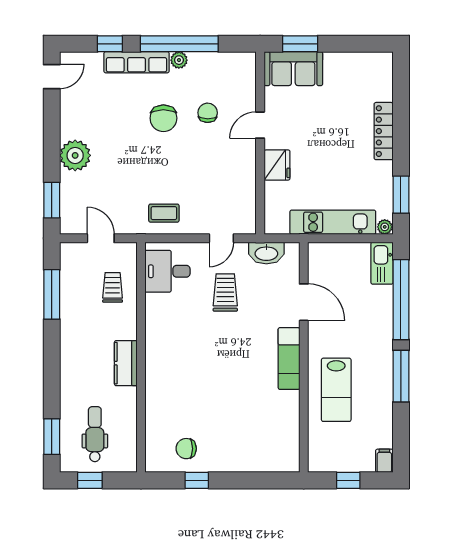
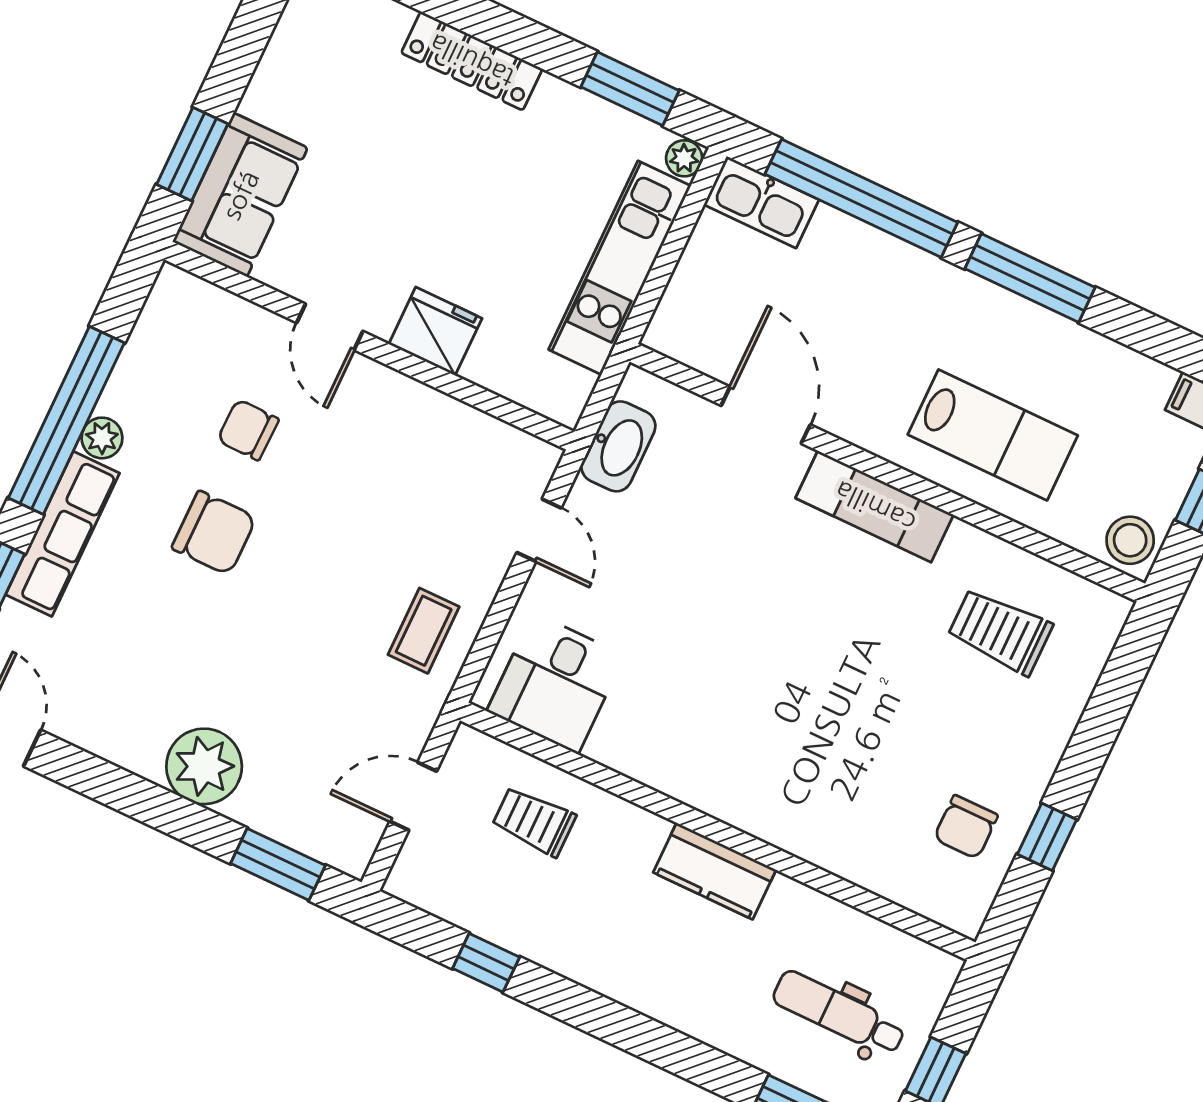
trolley: (225, 292) -> (1000, 631), moved
window: (52, 294) -> (486, 963), width x0.46
door: (304, 302) -> (766, 415), hinge flipped
stool: (321, 459) -> (1130, 540), added

